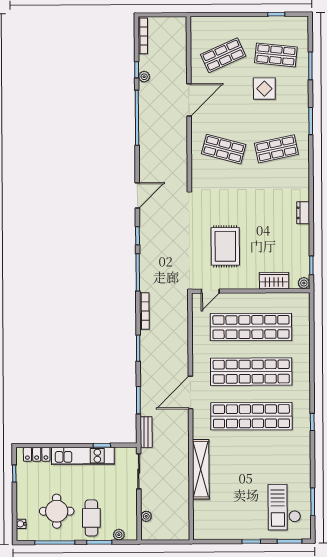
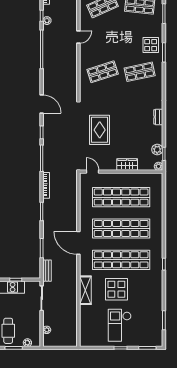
display table: (264, 89) -> (151, 45), moved
door: (189, 100) -> (78, 37), width x0.53
shop shelf: (224, 149) -> (103, 72), turned -33
door: (137, 195) -> (42, 104), hinge flipped
rug: (225, 246) -> (100, 130), moved
plant: (302, 259) -> (157, 150), added
wardrobe: (274, 281) -> (127, 165), moved
door: (210, 291) -> (93, 172), swing flipped
door: (190, 393) -> (78, 243), hinge flipped
display table: (245, 458) -> (116, 289), added
shelving: (201, 469) -> (85, 290), width x0.68
checkout: (284, 507) -> (120, 325), moved

